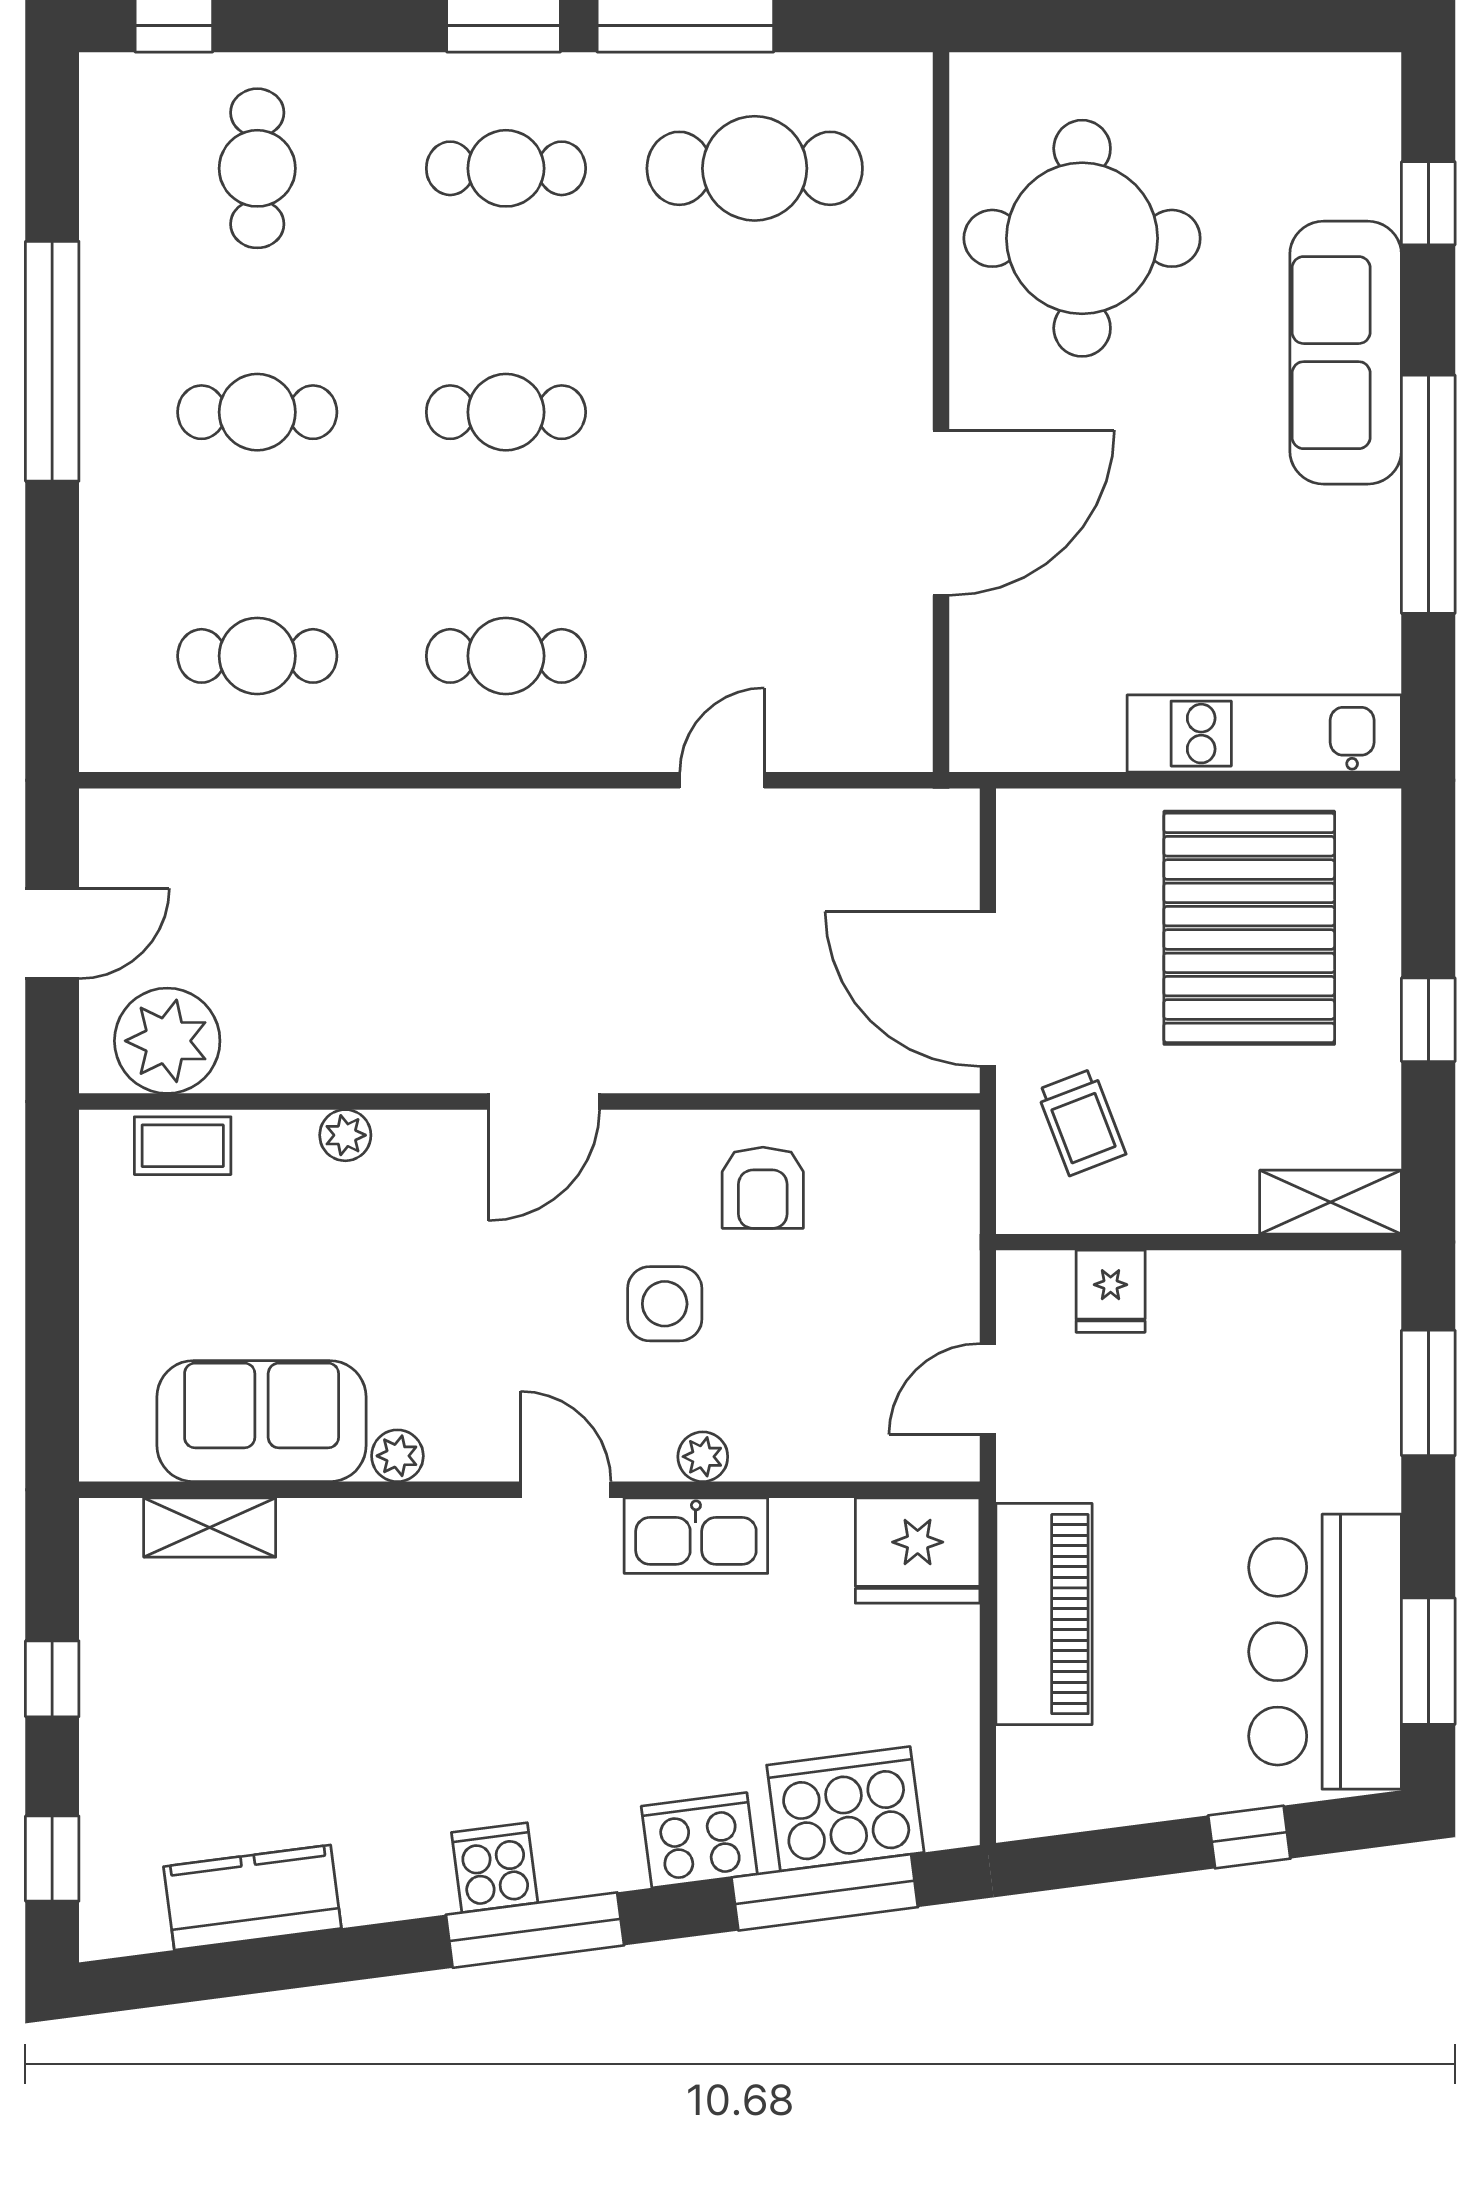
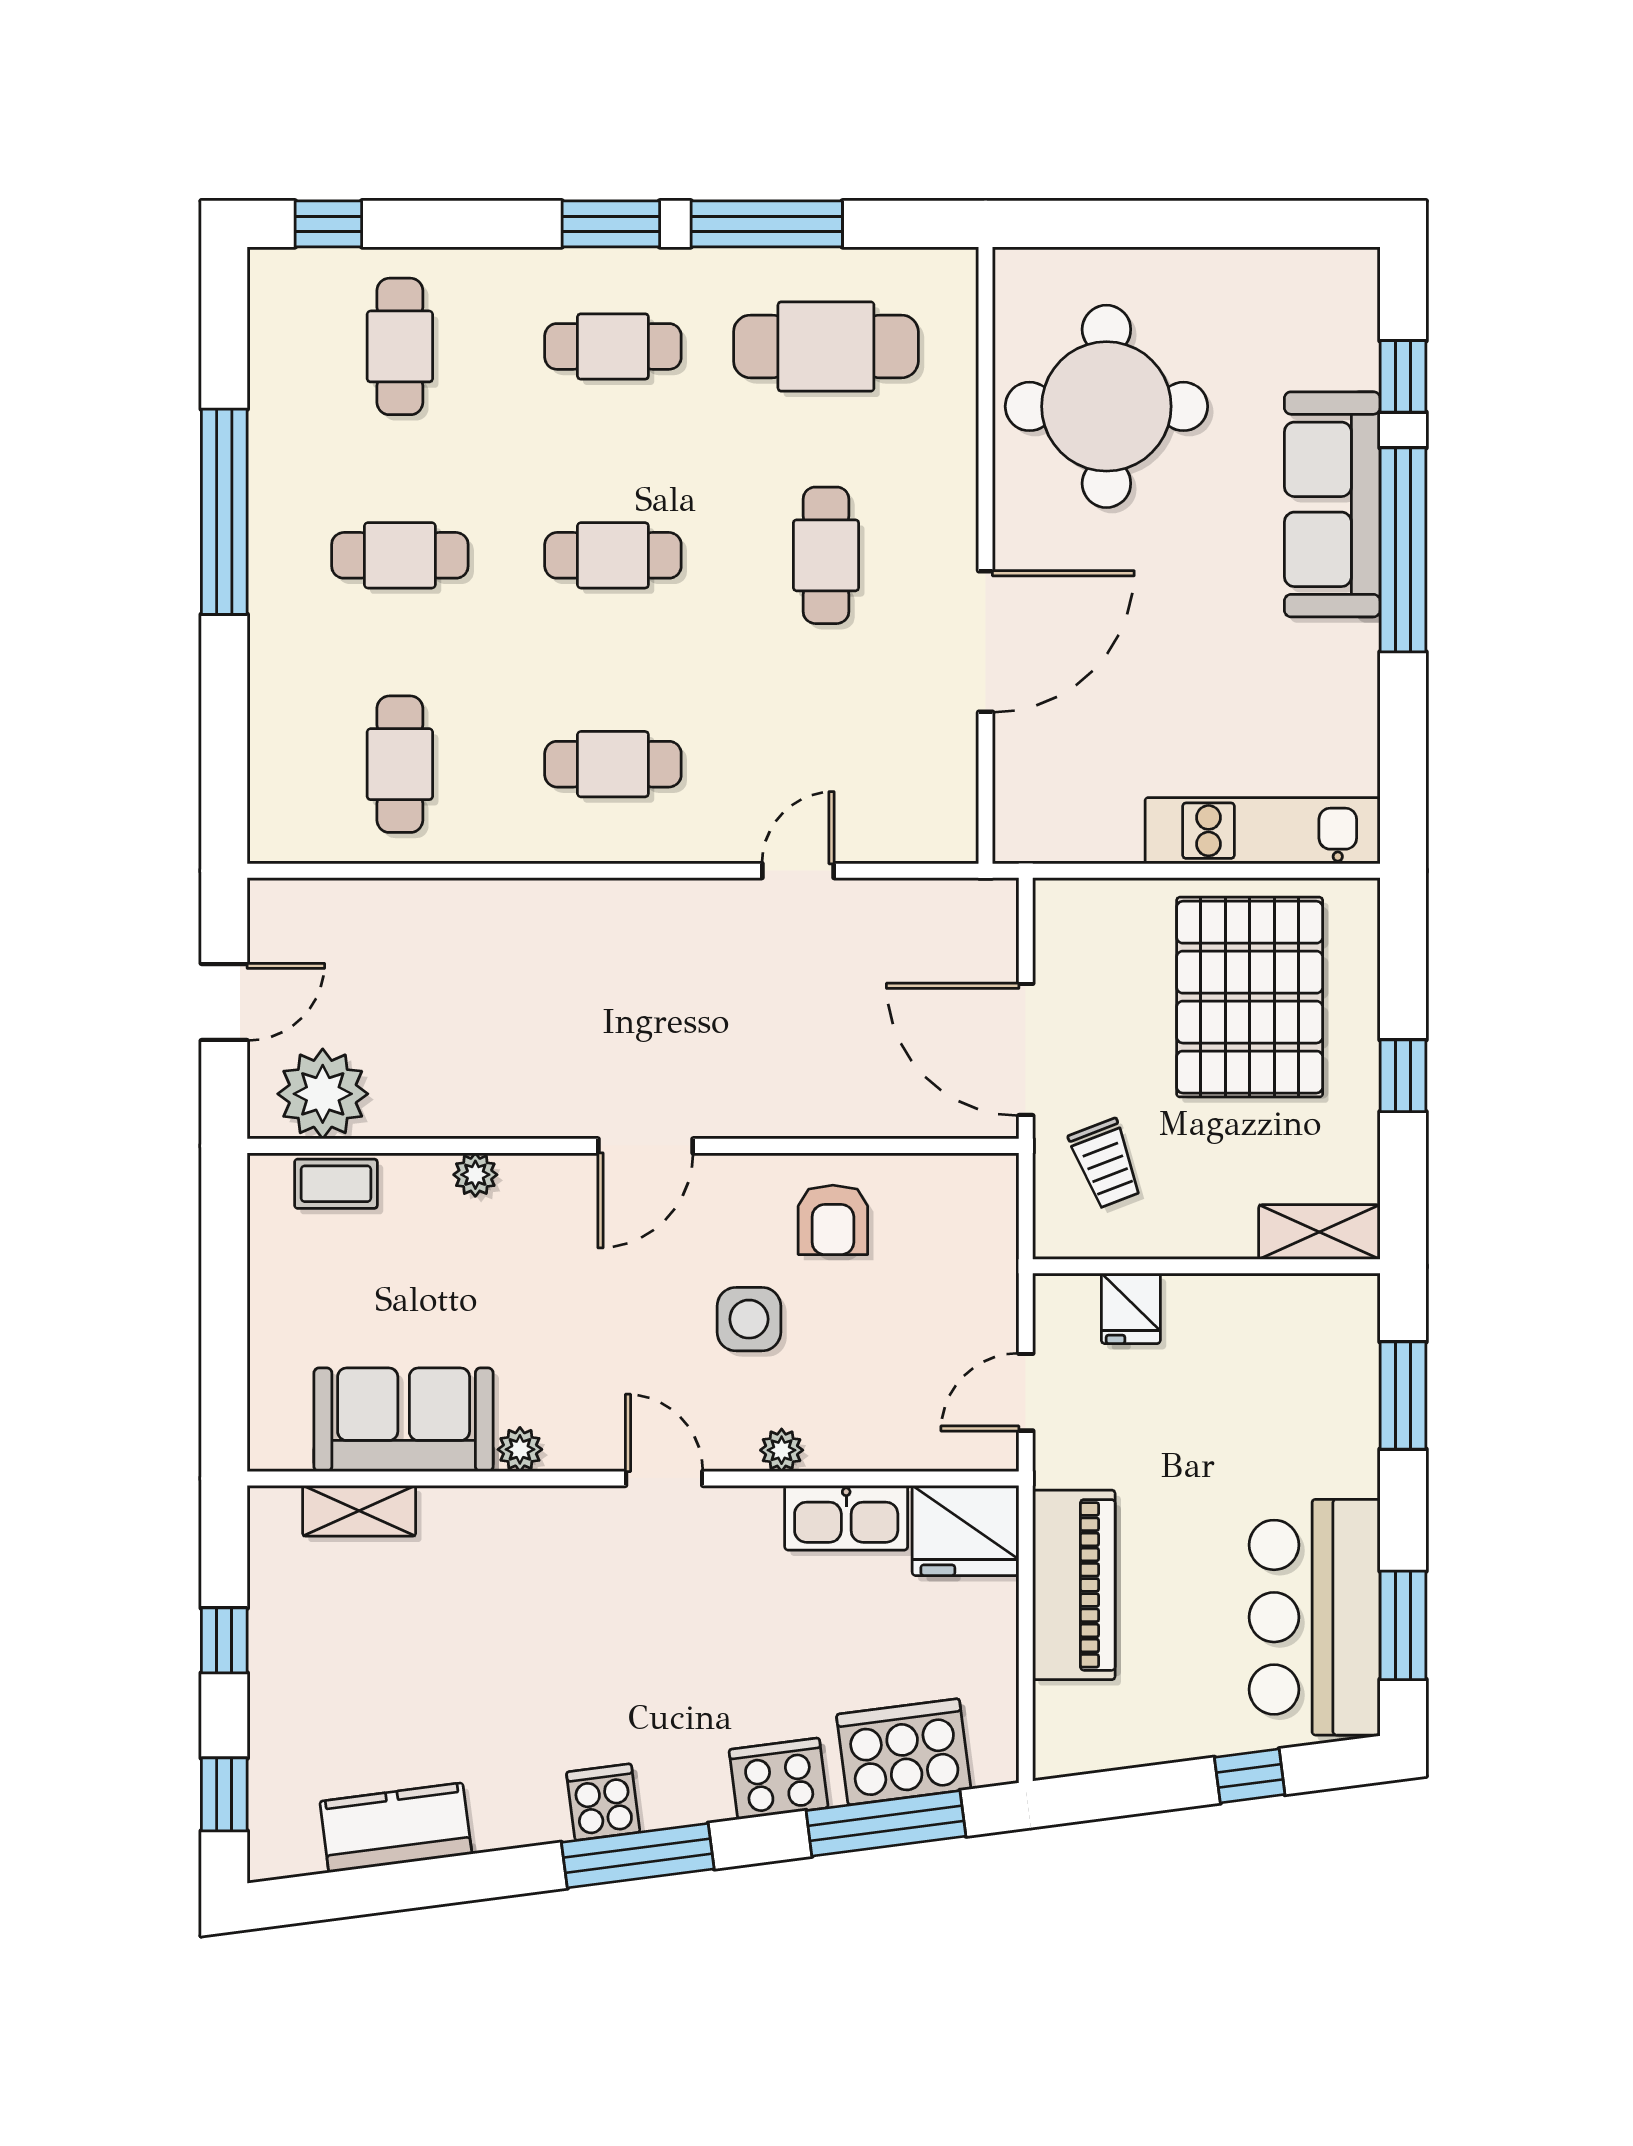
cafe table: (755, 412) -> (826, 555), added
window: (1428, 494) -> (1403, 550), moved
cafe table: (257, 656) -> (400, 764), turned 90
kitchen sink: (696, 1536) -> (846, 1518), moved

